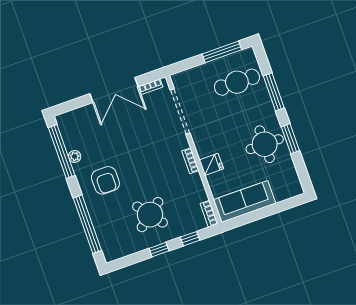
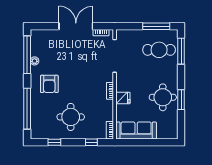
double door: (114, 90) -> (76, 26), swing flipped
window: (274, 92) -> (181, 51), moved
round table: (150, 215) -> (71, 117), turned 38
window: (159, 250) -> (54, 142), moved

